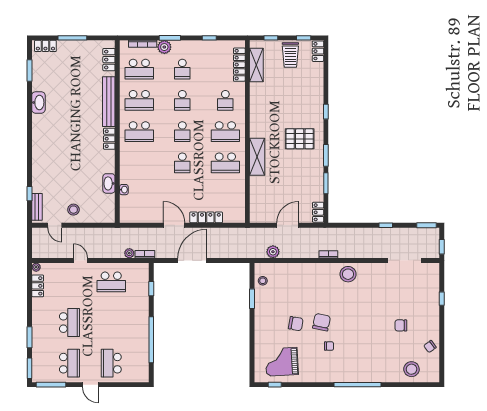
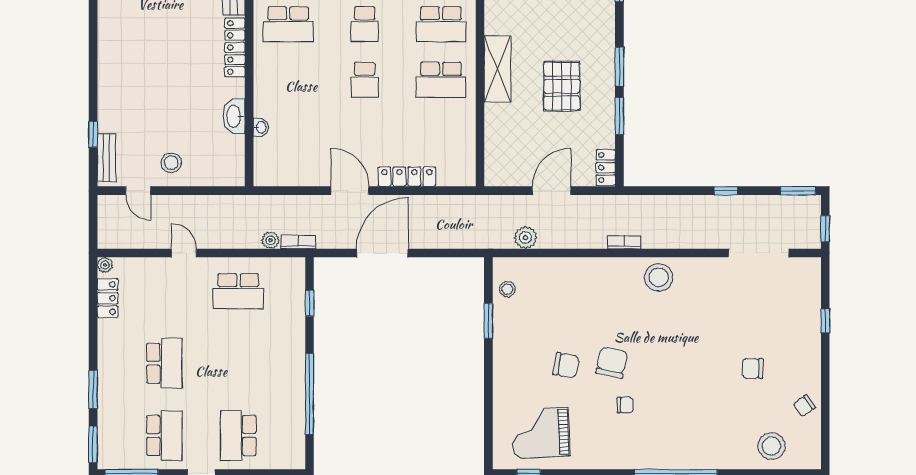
locker: (109, 139) -> (235, 47), width x1.53
pallet: (300, 139) -> (562, 86), moved, turned 90

